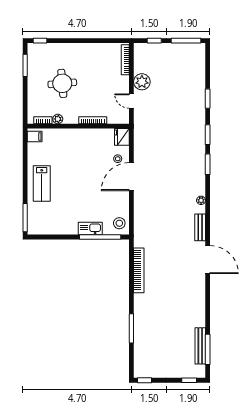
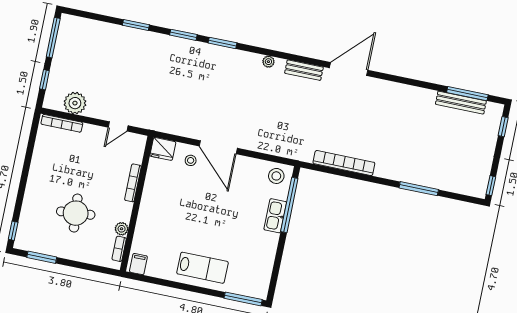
plant: (142, 82) -> (75, 103), moved

